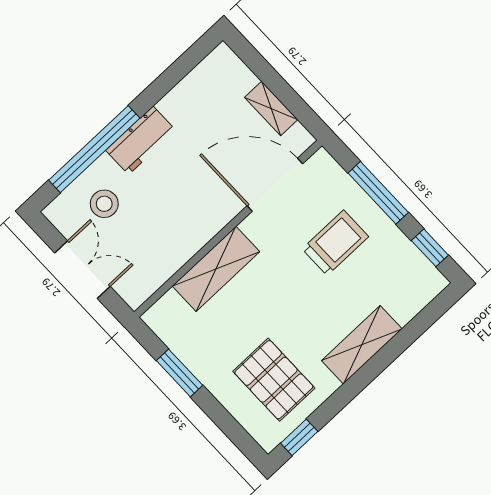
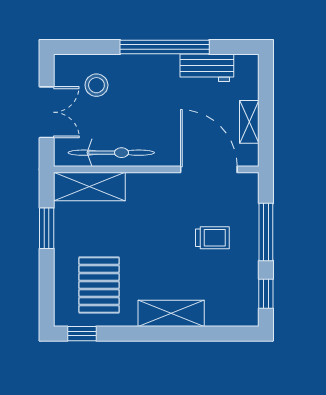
workbench: (141, 140) -> (207, 68), moved
window: (94, 149) -> (165, 47), moved
trolley: (335, 243) -> (212, 238), width x0.73, depth x0.72
bicycle: (174, 252) -> (111, 153), added
shelving: (216, 269) -> (89, 187), moved

